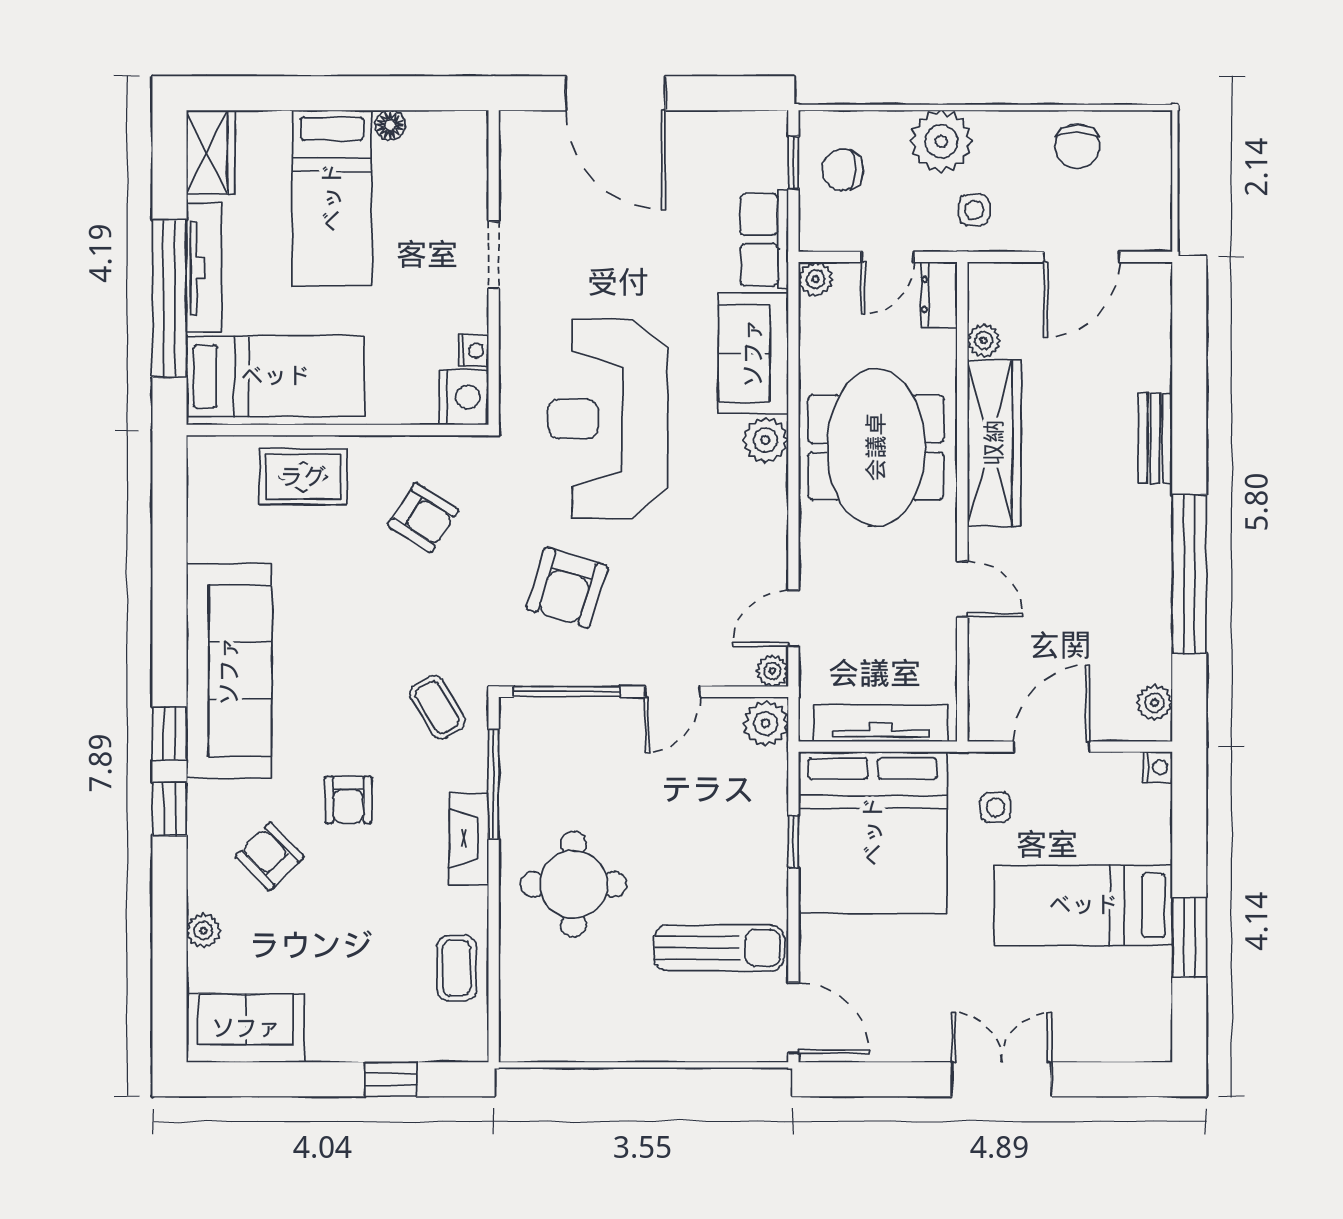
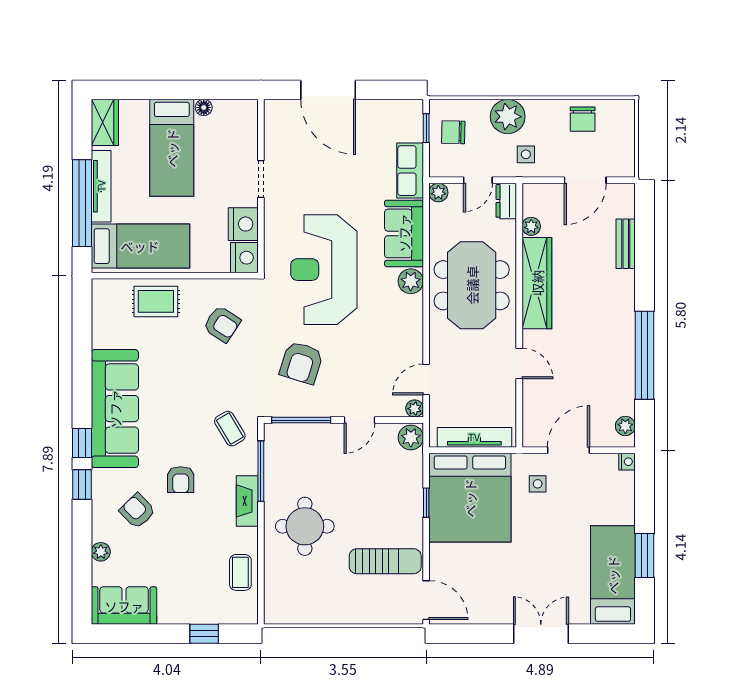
nightstand: (474, 350) -> (243, 224), width x1.89, depth x1.79
bench: (1155, 438) -> (626, 244), moved
bed: (1083, 905) -> (613, 575), moved, turned 90

